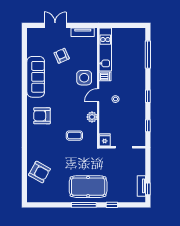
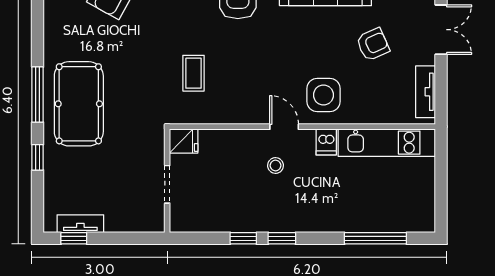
plant: (92, 117) -> (235, 113), removed
window: (148, 126) -> (243, 238), moved

